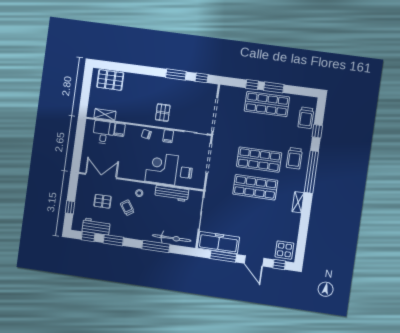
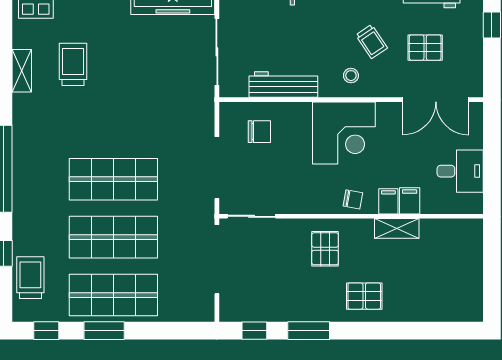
pallet: (110, 80) -> (364, 296), moved, width x0.67, depth x0.71
window: (252, 85) -> (46, 331), moved
shelving: (105, 114) -> (397, 228), moved
desk: (104, 132) -> (460, 171), moved, turned -90
filing cabinet: (168, 136) -> (388, 201), moved
trolley: (294, 158) -> (73, 64), moved
corner desk: (162, 168) -> (344, 133), moved
shop shelf: (255, 187) -> (113, 237), moved
shelving: (298, 202) -> (22, 71), moved

